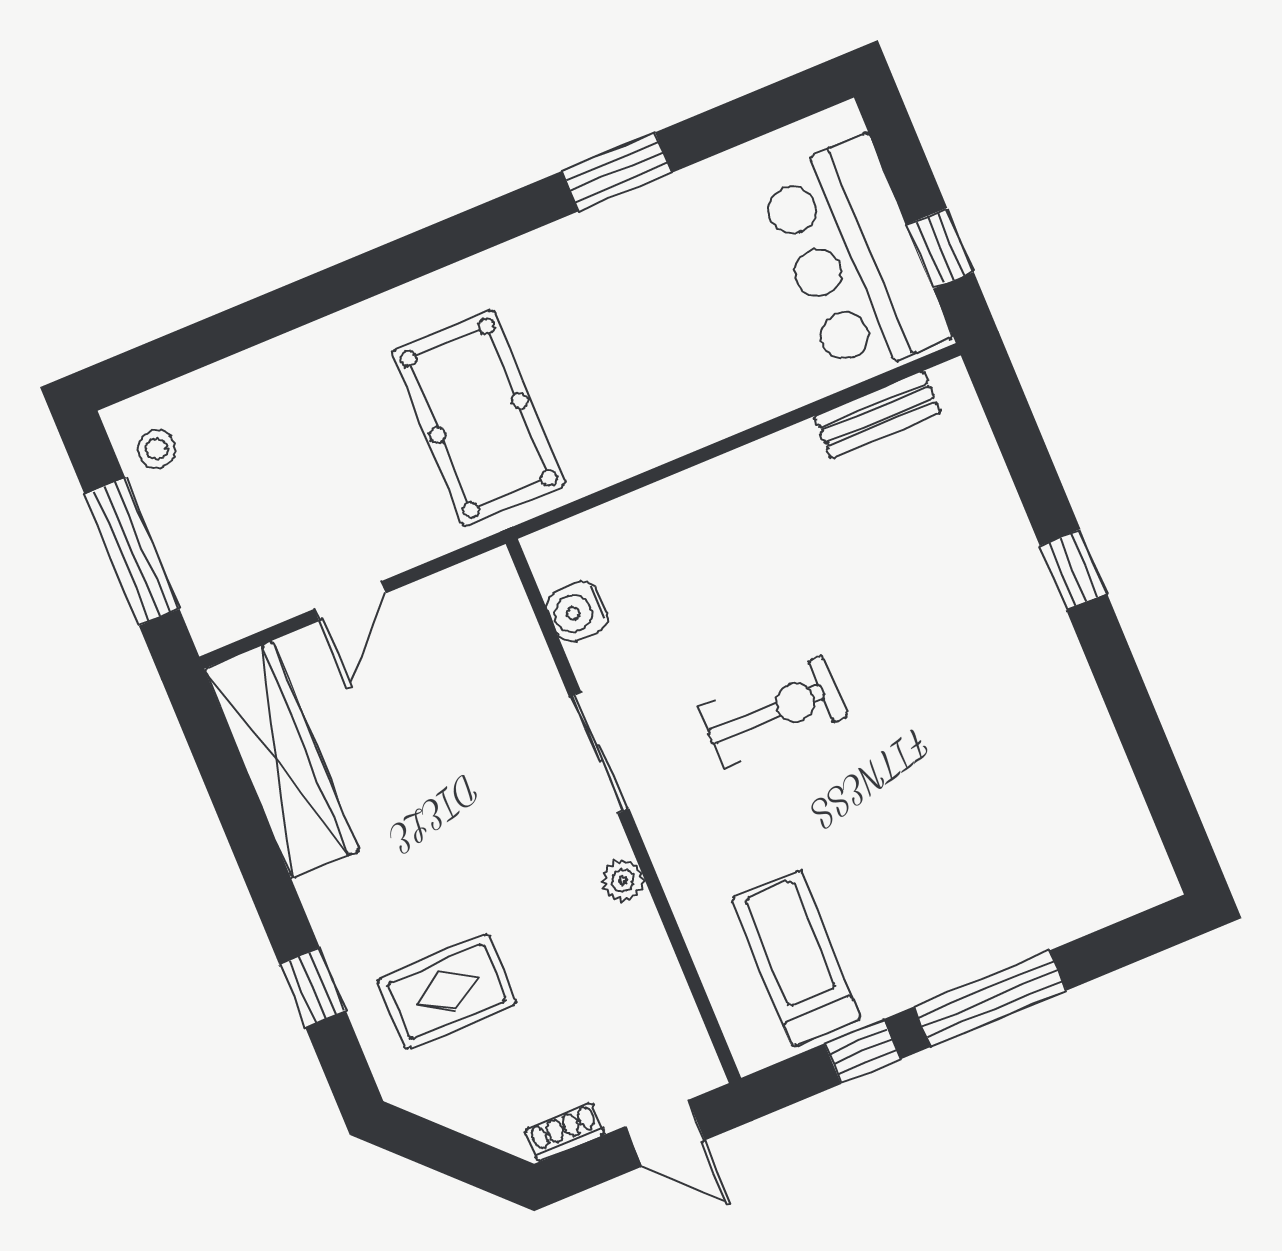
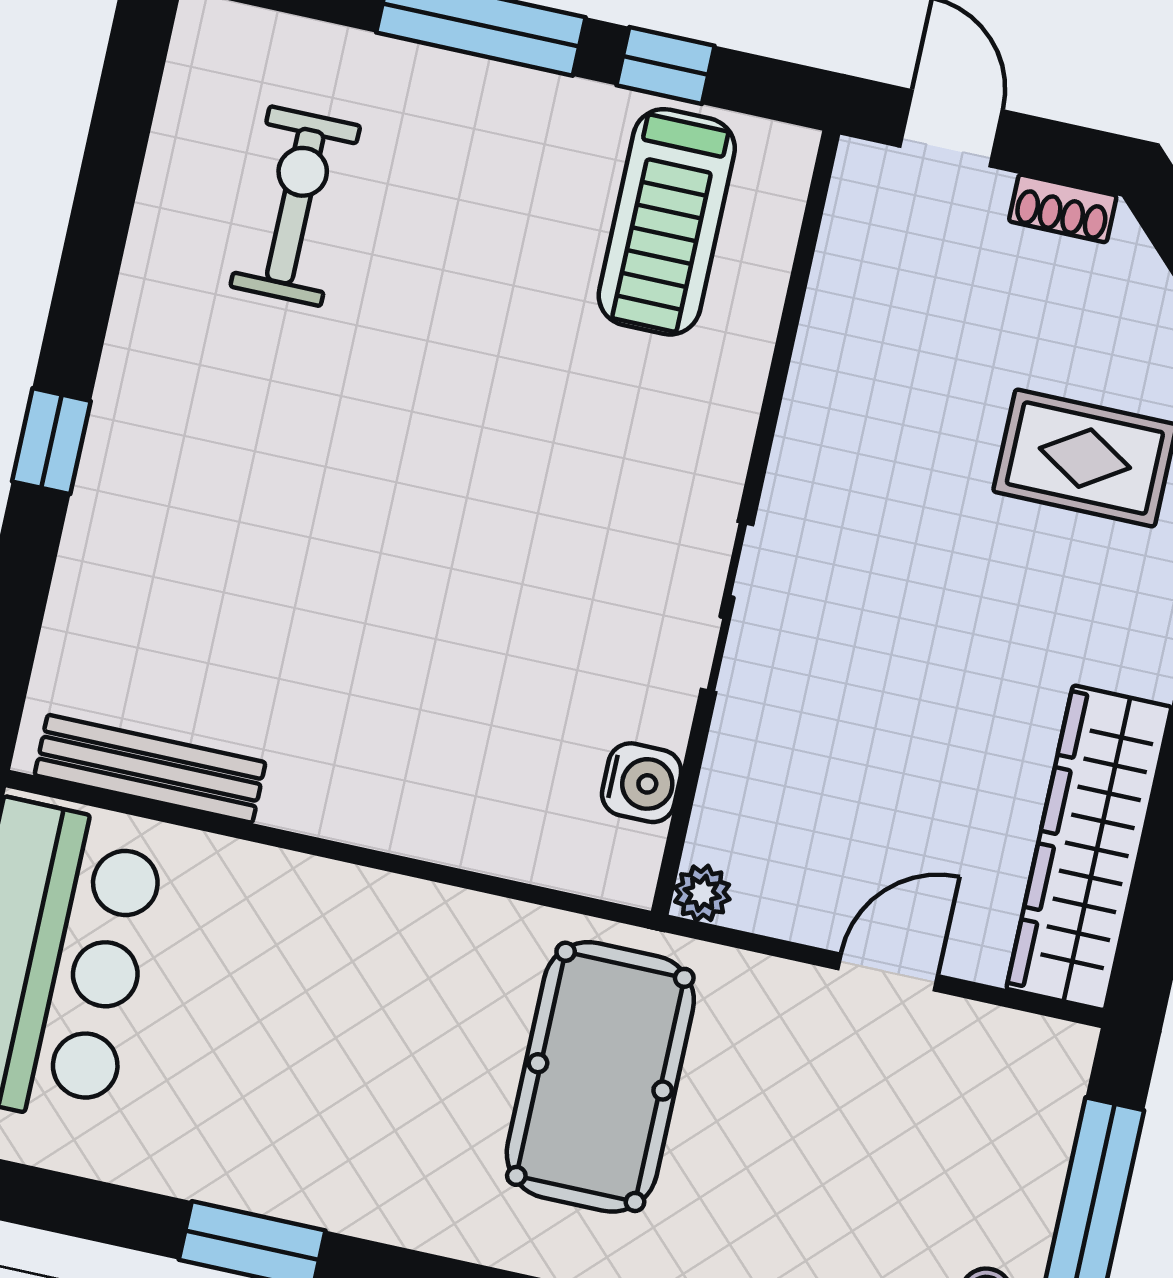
bench: (877, 415) -> (150, 769), width x1.36
exercise bike: (773, 712) -> (295, 206), moved, turned 90
plant: (623, 880) -> (702, 893), moved

